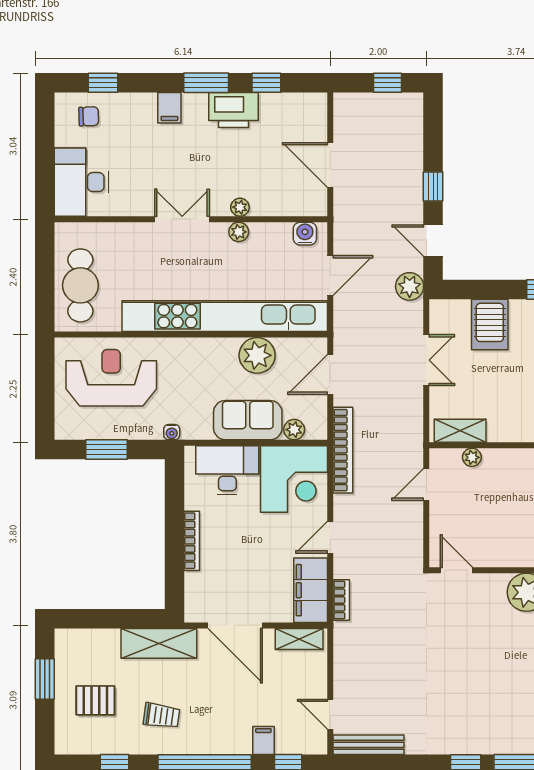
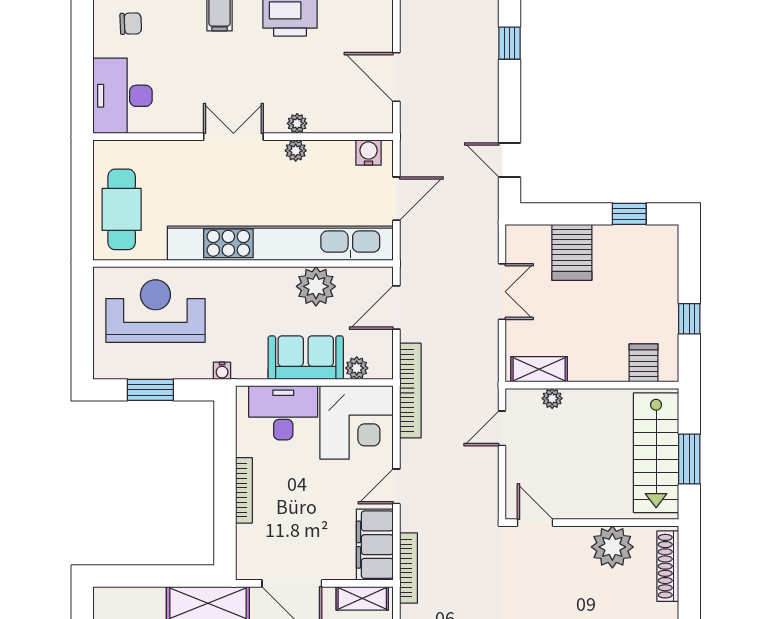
window: (433, 187) -> (509, 43), moved
plant: (410, 286) -> (484, 211), removed
bookcase: (341, 600) -> (408, 568), width x1.56

